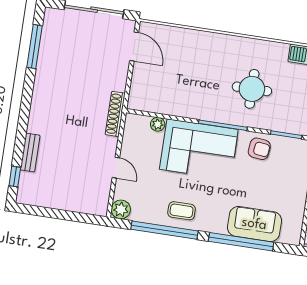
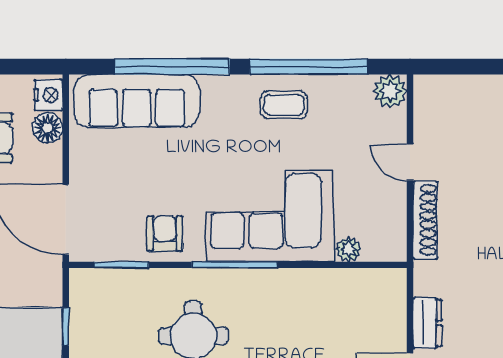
dresser: (120, 76) -> (427, 323), added
shoe rack: (115, 114) -> (425, 220), moved
armchair: (259, 149) -> (165, 233), turned 83
sofa: (254, 224) -> (137, 101), width x1.36

